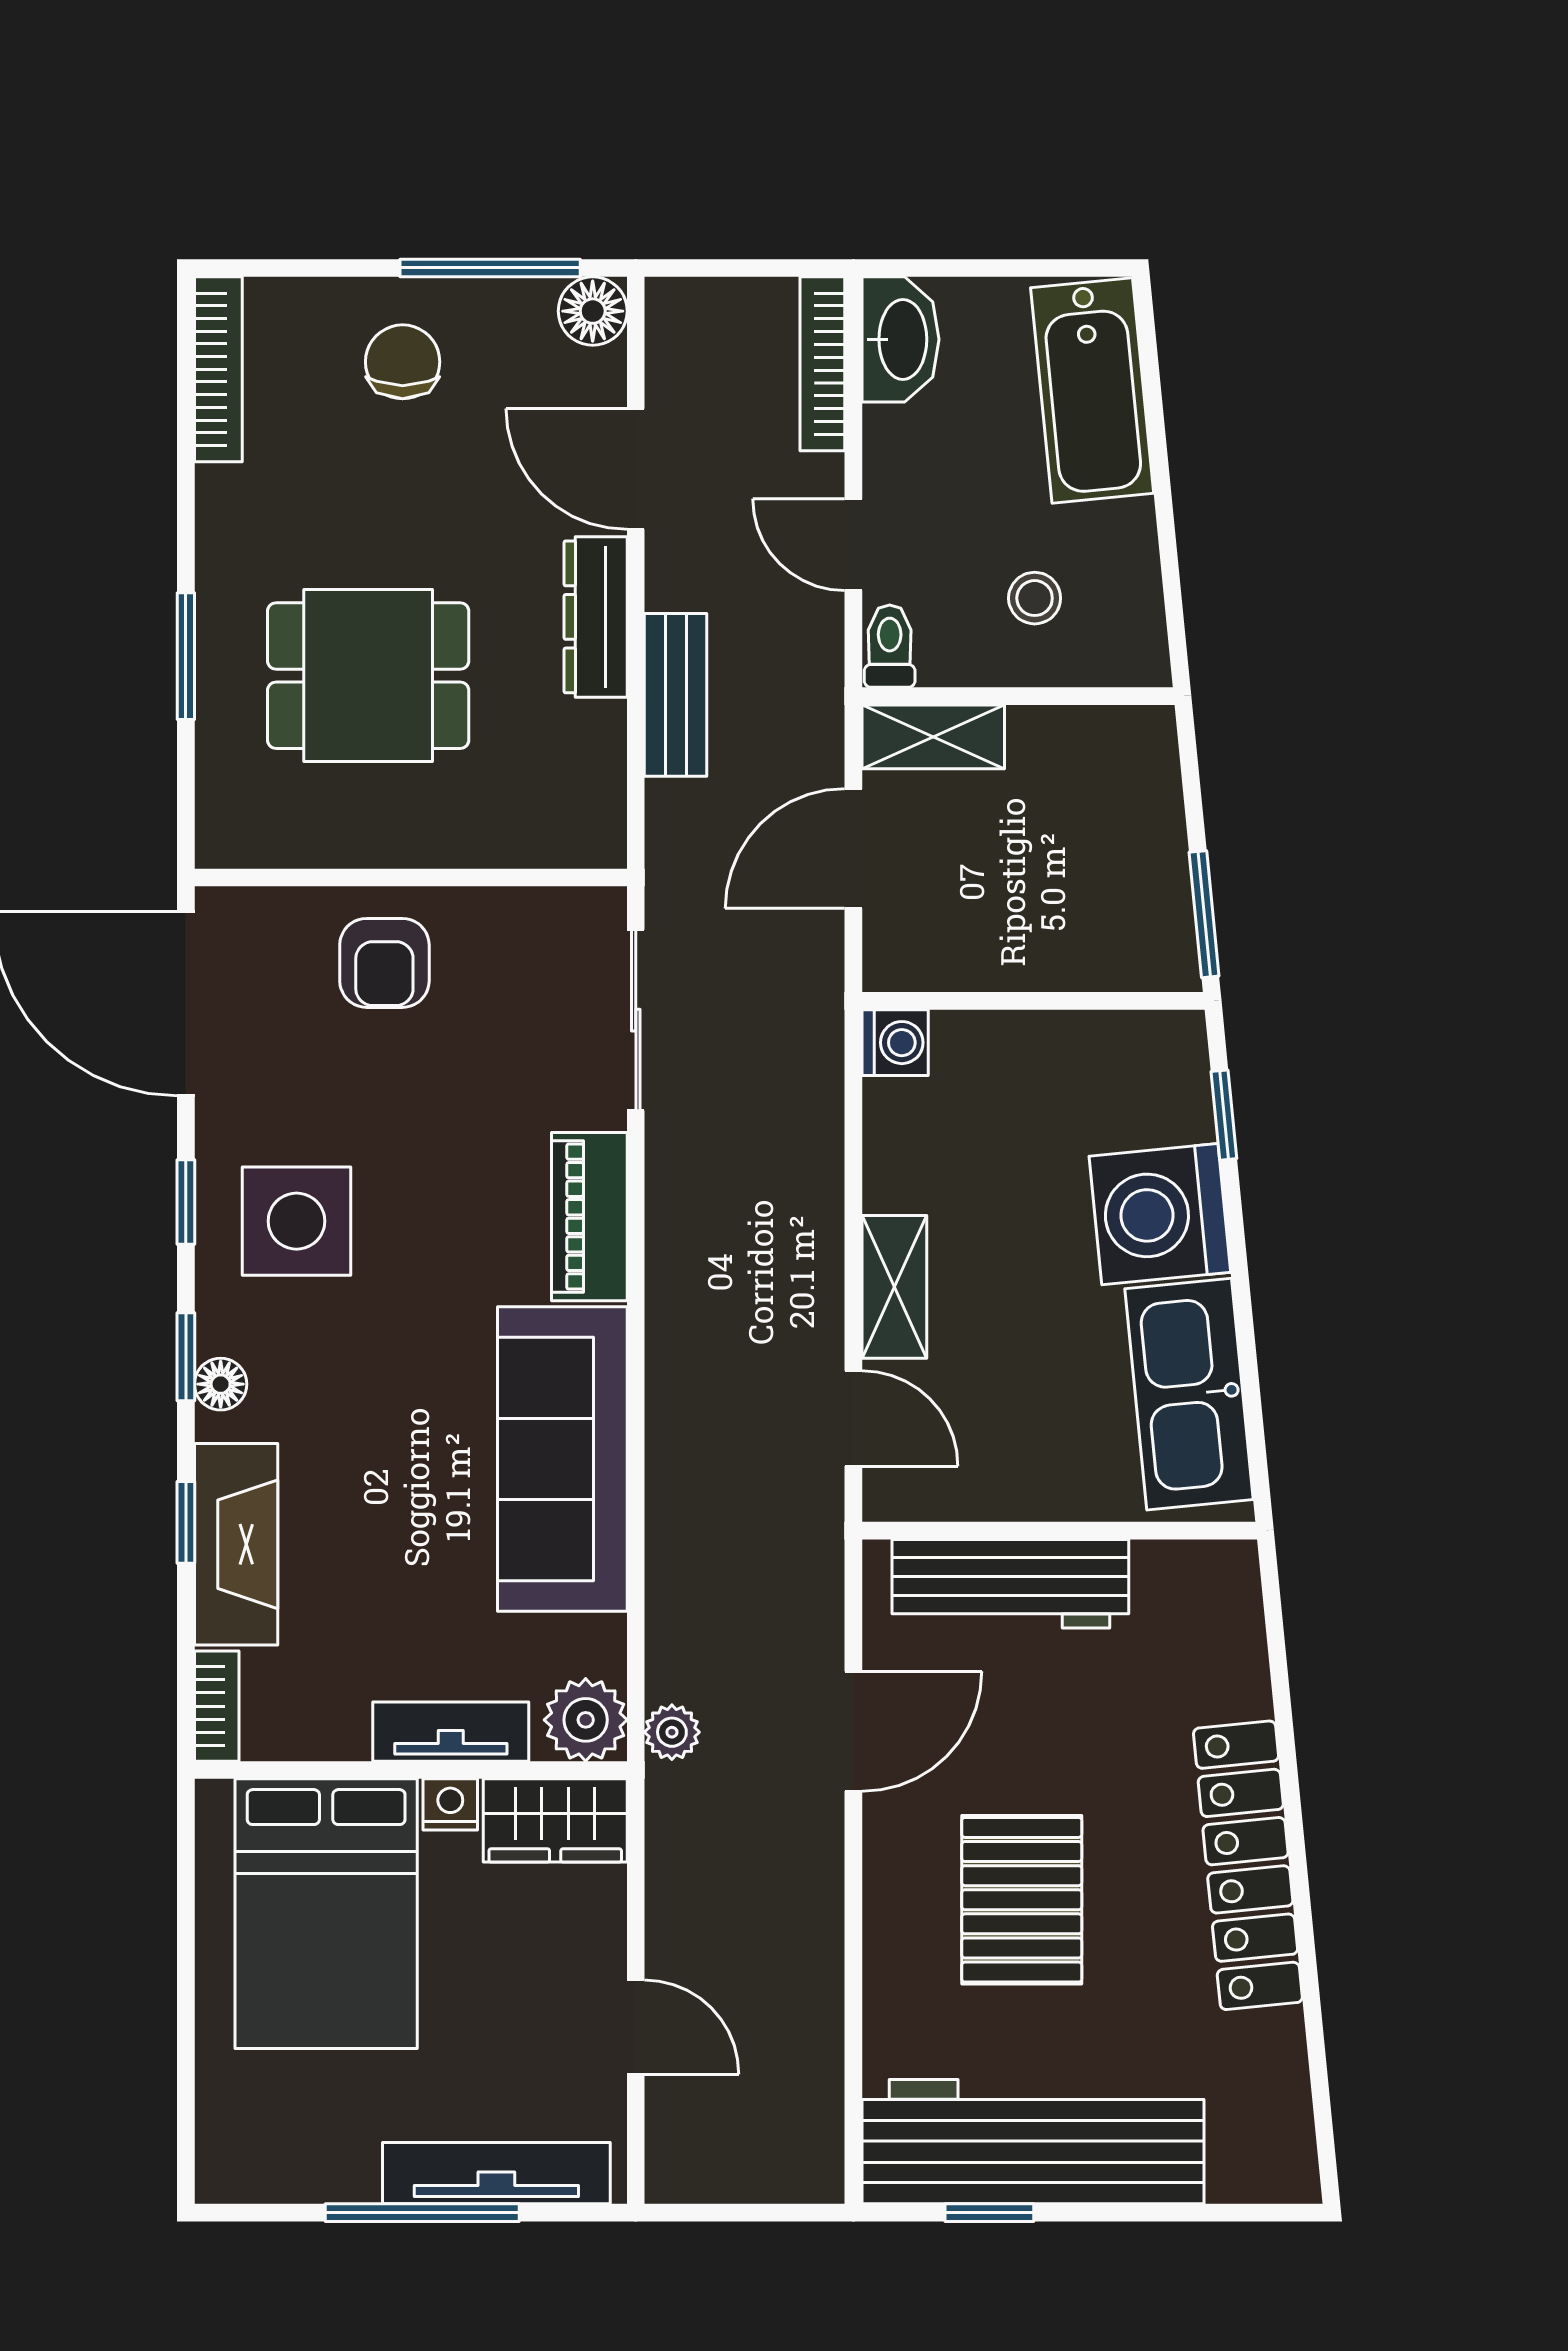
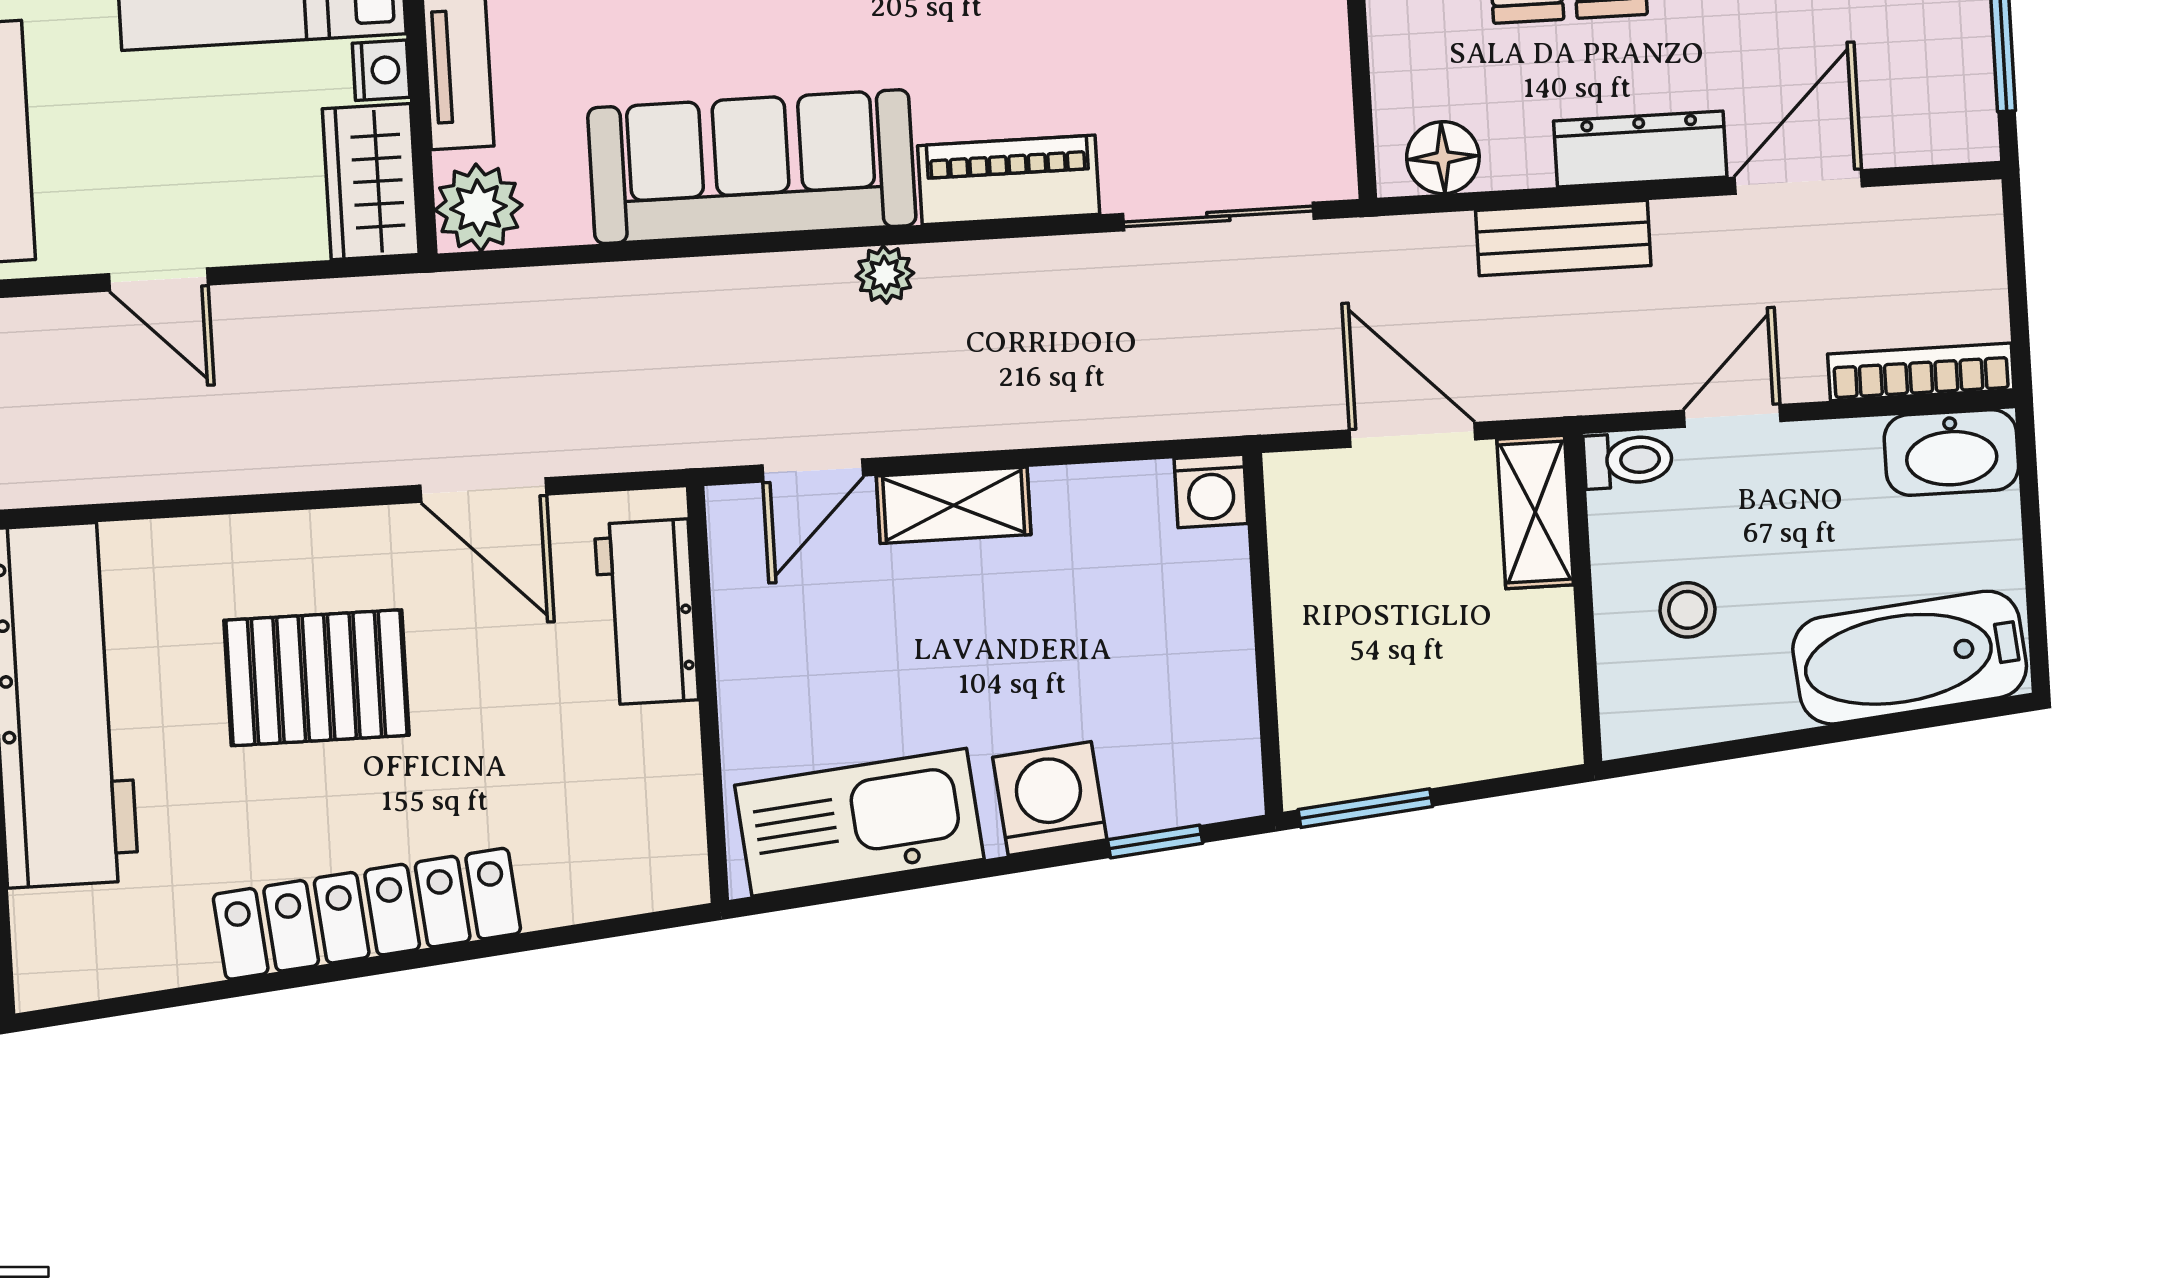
floor lamp: (593, 311) -> (1443, 158), moved
washing machine: (1160, 1214) -> (1050, 799), width x0.73, depth x0.73
workbench: (1010, 1584) -> (646, 612), width x0.73
plant: (672, 1732) -> (885, 274), moved
door: (636, 2027) -> (158, 279), hinge flipped

